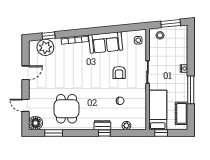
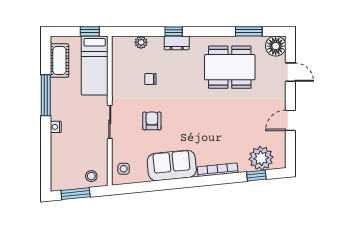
dining table: (67, 109) -> (230, 67), width x1.38

